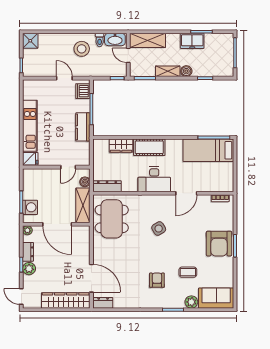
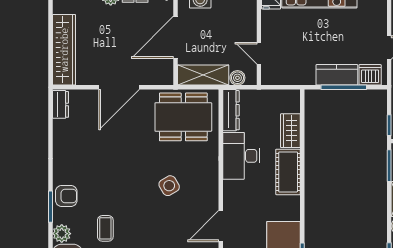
kitchen counter: (83, 127) -> (337, 75), moved
desk: (154, 179) -> (241, 156), moved
door: (186, 193) -> (221, 226), hinge flipped
door: (91, 278) -> (119, 87), moved
armchair: (157, 280) -> (66, 196), moved

